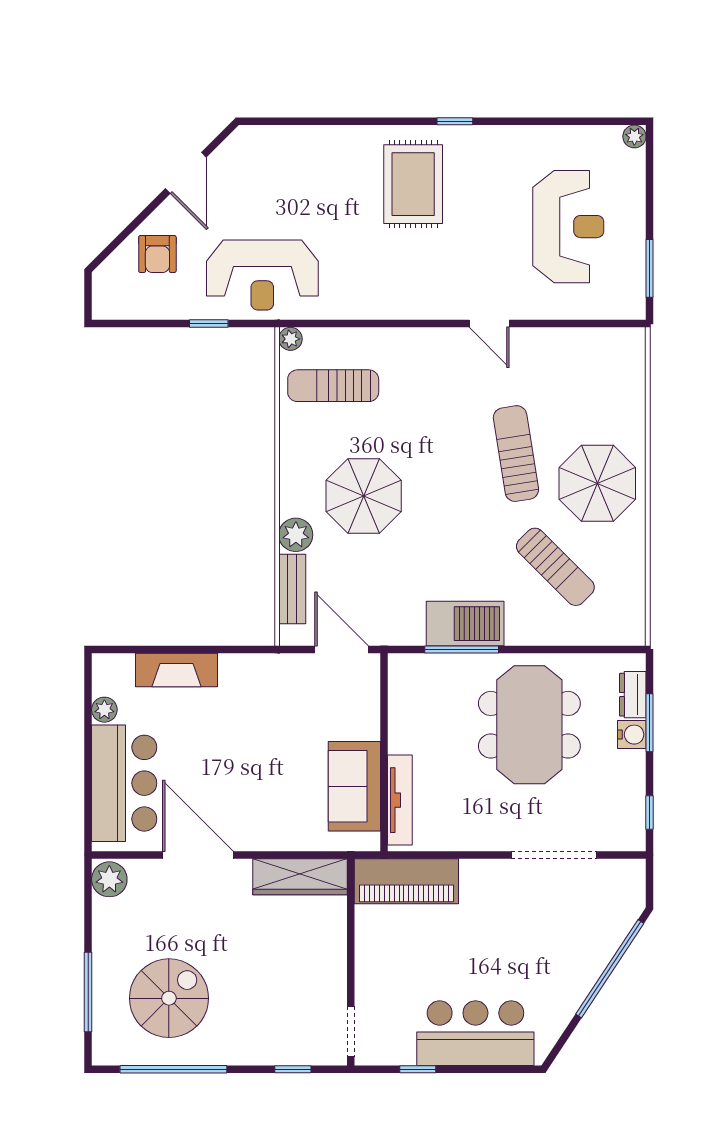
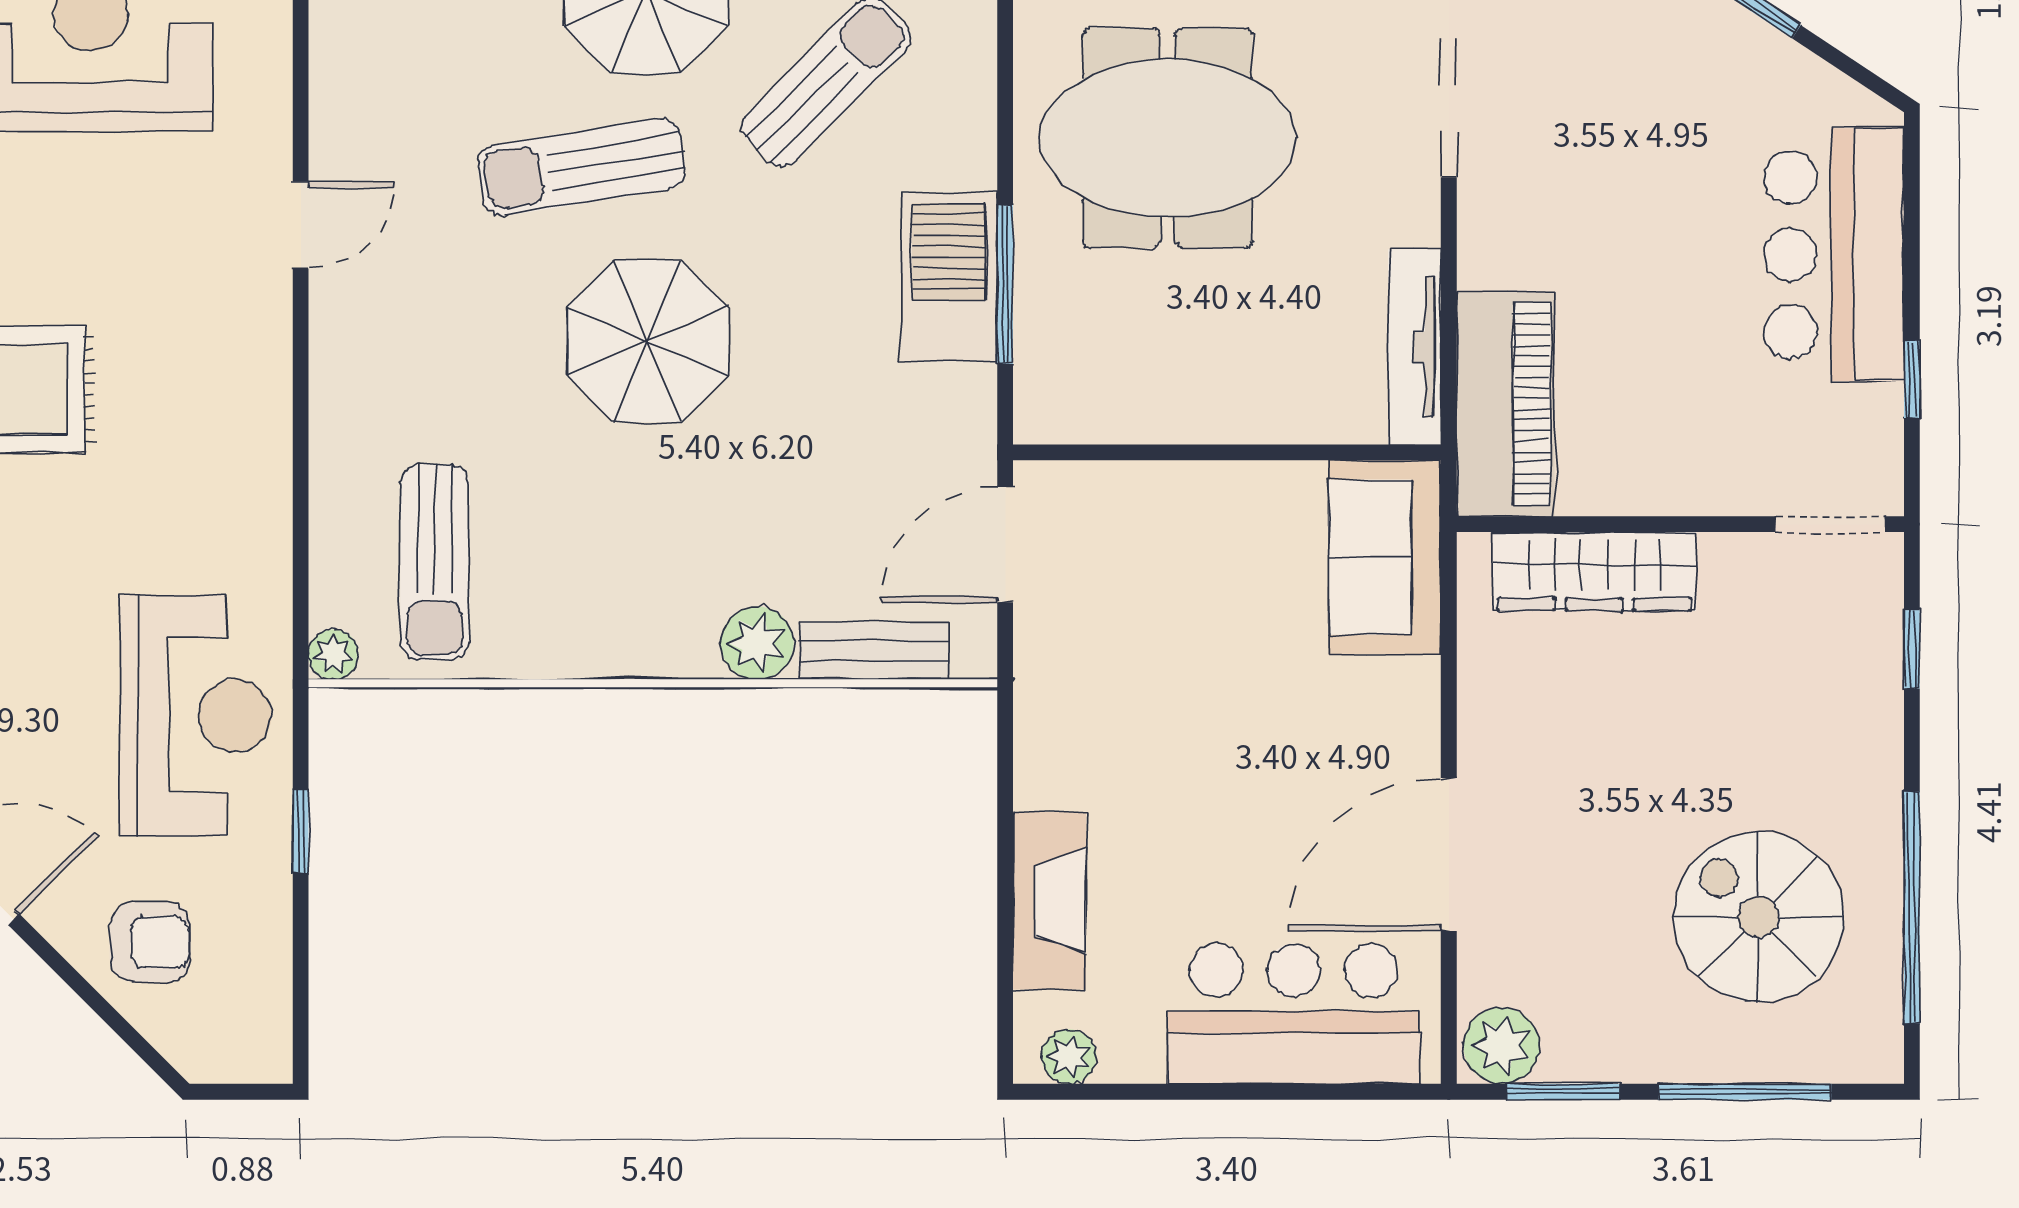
parasol: (364, 496) -> (647, 341), moved
plant: (104, 710) -> (1069, 1057), moved
sofa: (354, 786) -> (1385, 557), moved, turned 90
tv unit: (400, 800) -> (1414, 347), moved, turned -90
wardrobe: (300, 877) -> (1594, 571), moved, turned 90
window: (88, 908) -> (1563, 1092), added

